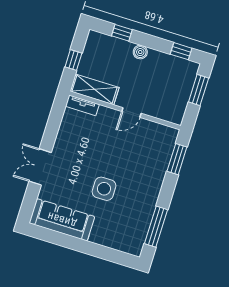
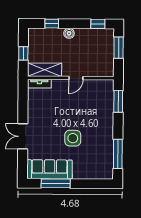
window: (64, 240) -> (56, 183), added

